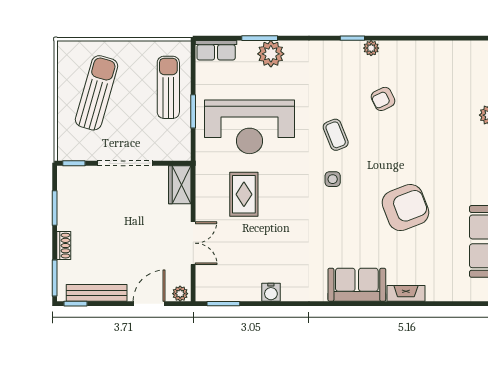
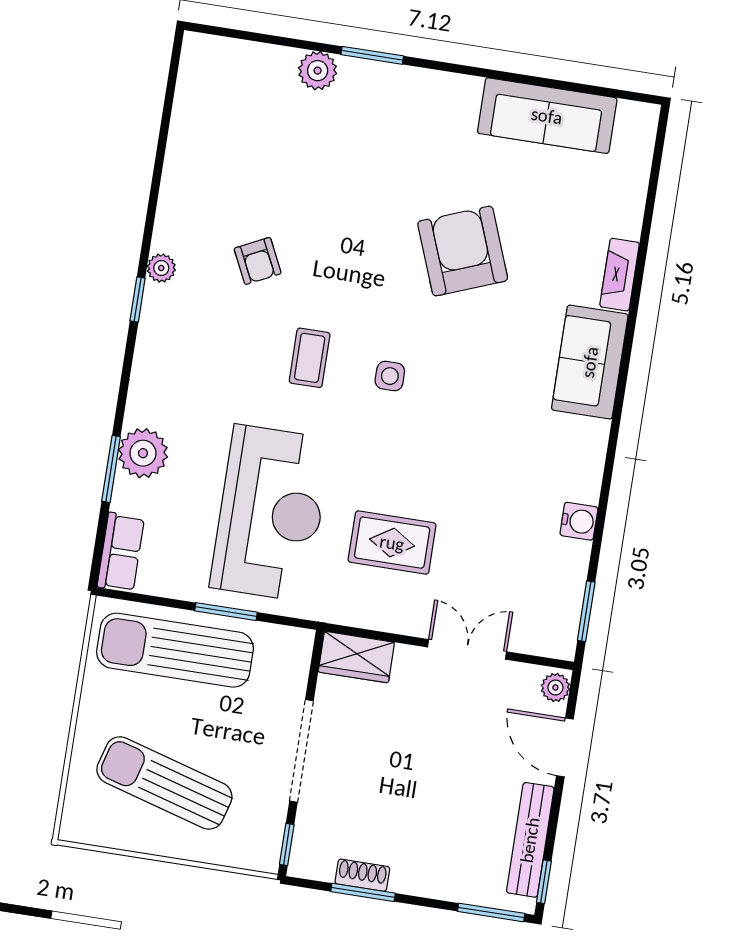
sun lounger: (168, 87) -> (175, 650), width x1.36, depth x1.34
coffee table: (336, 135) -> (310, 358), turned -68
shoe rack: (64, 246) -> (362, 875), moved

